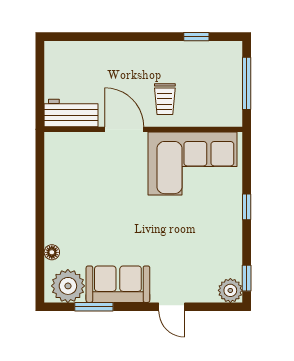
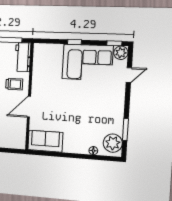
workbench: (71, 113) -> (23, 57), moved
corner sofa: (193, 163) -> (87, 62), moved, turned 90
sofa: (118, 284) -> (45, 141), moved, turned 90
door: (172, 307) -> (129, 75), moved

